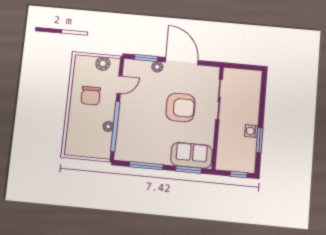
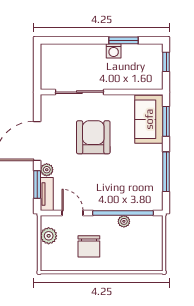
tv unit: (137, 65) -> (47, 194), added
chair: (91, 96) -> (89, 246), turned 90

